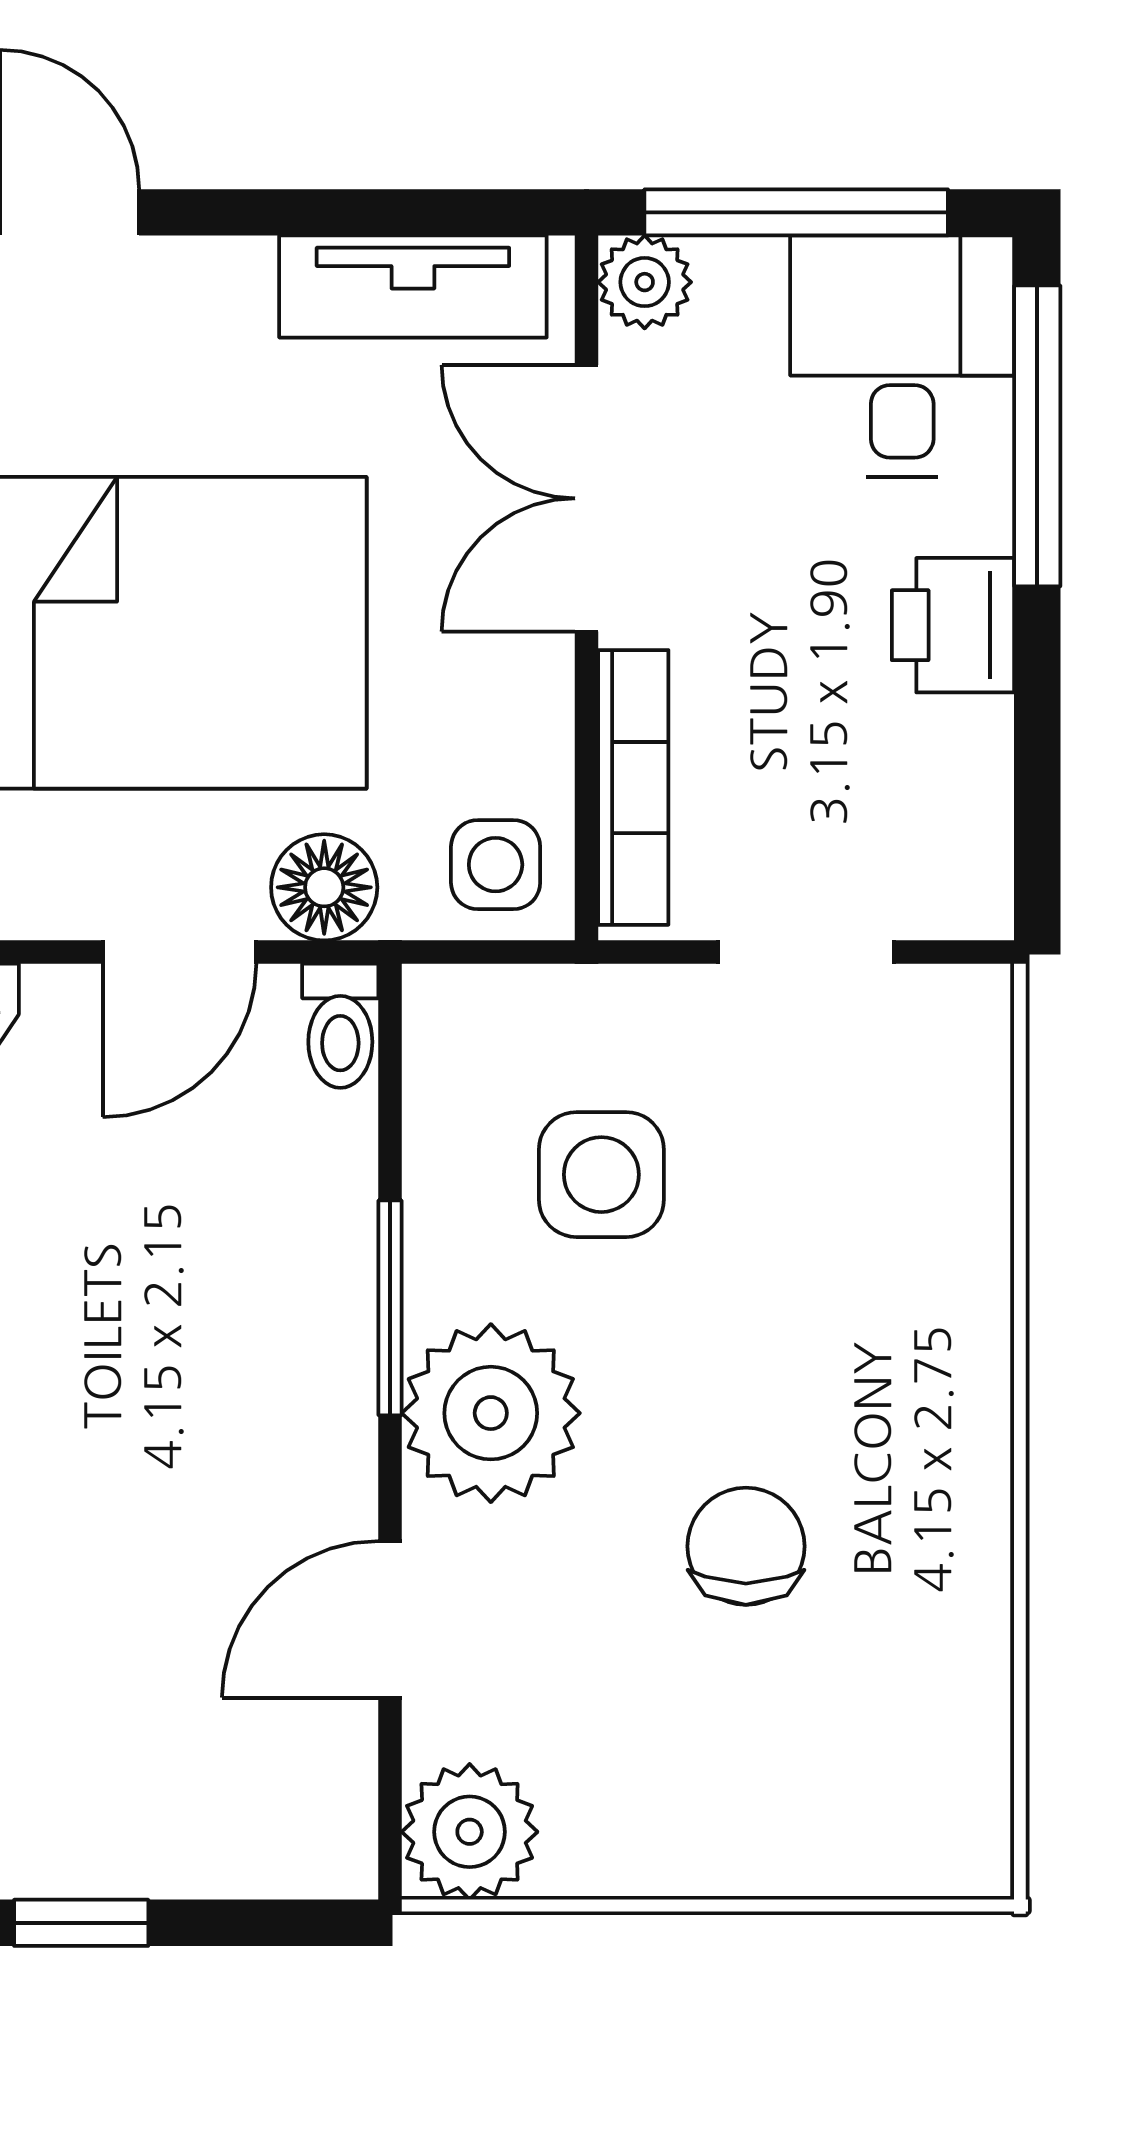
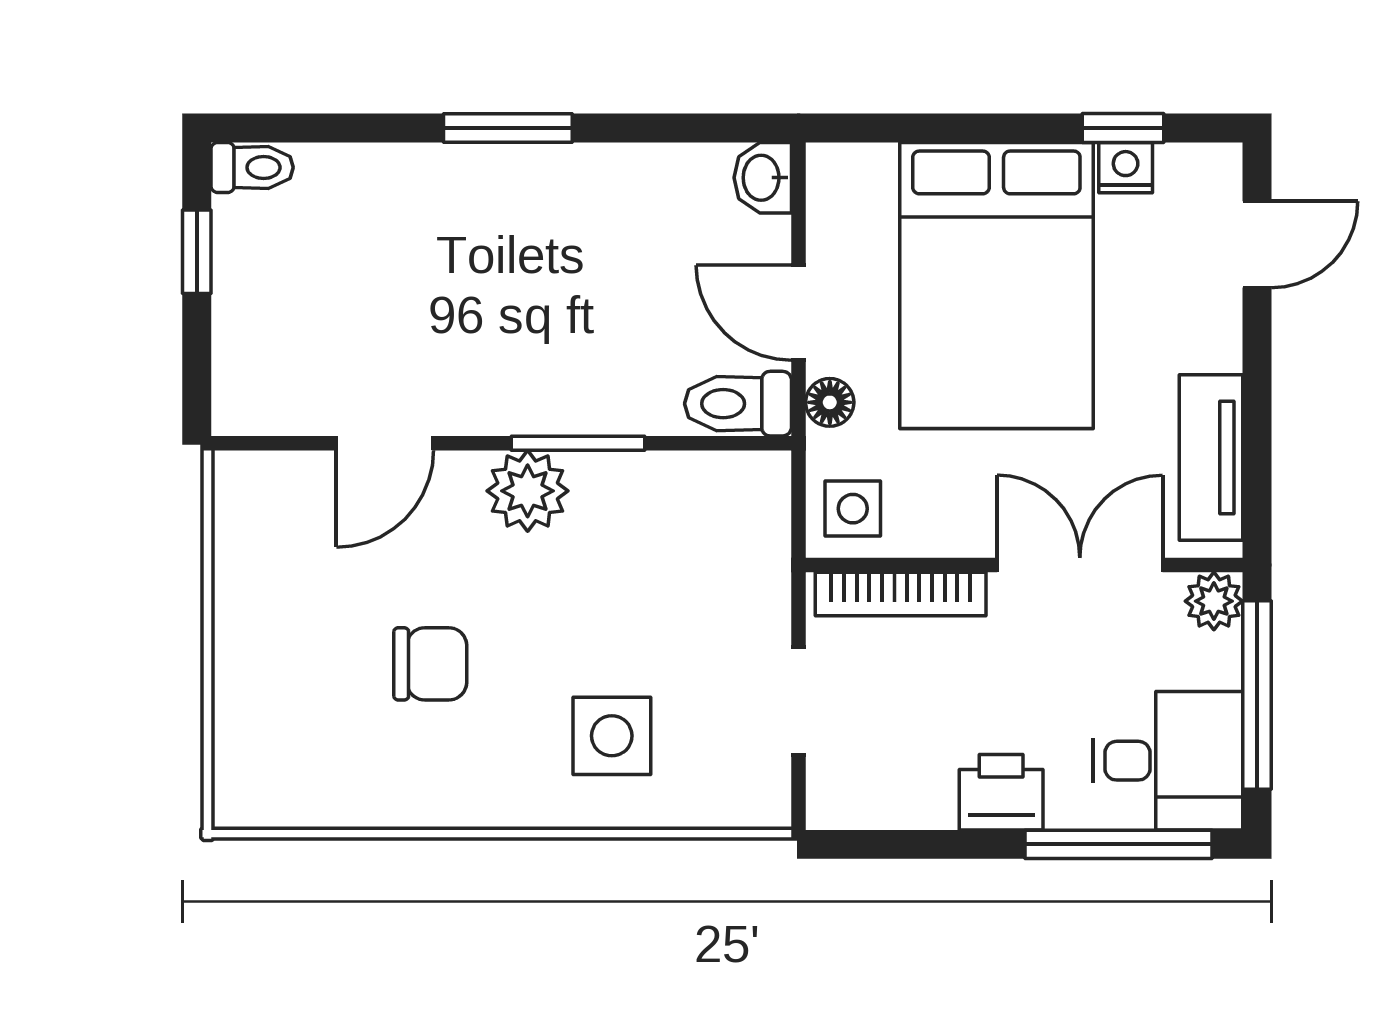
floor lamp: (324, 887) -> (830, 402), width x0.73, depth x0.73
toilet: (340, 1026) -> (738, 404), width x1.37, depth x1.39
side table: (601, 1175) -> (612, 736), moved
plant: (491, 1413) -> (528, 491), width x0.73, depth x0.73
door: (390, 1619) -> (385, 443), swing flipped
plant: (470, 1832) -> (253, 493), removed

